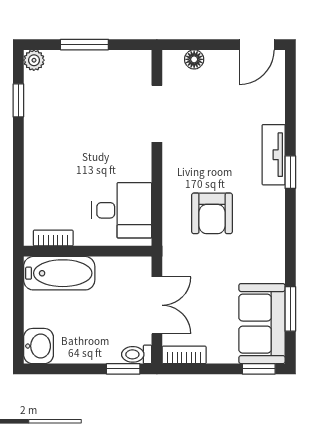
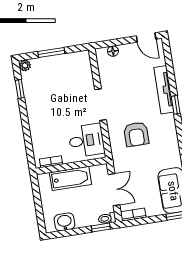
door: (257, 45) -> (146, 37), hinge flipped
doorway: (157, 114) -> (100, 105), moved
tv unit: (274, 155) -> (164, 90), width x1.41
bathtub: (59, 273) -> (70, 178), moved
washbasin: (38, 346) -> (64, 222), moved, turned -90

